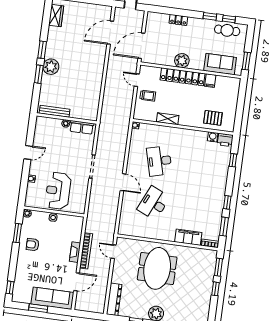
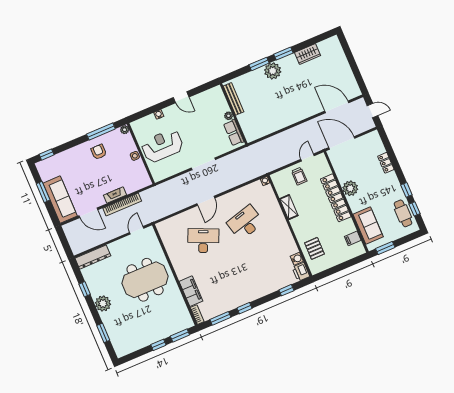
wardrobe: (56, 16) -> (308, 54), moved
filing cabinet: (210, 81) -> (353, 238), moved
window: (17, 233) -> (101, 131), width x1.44

